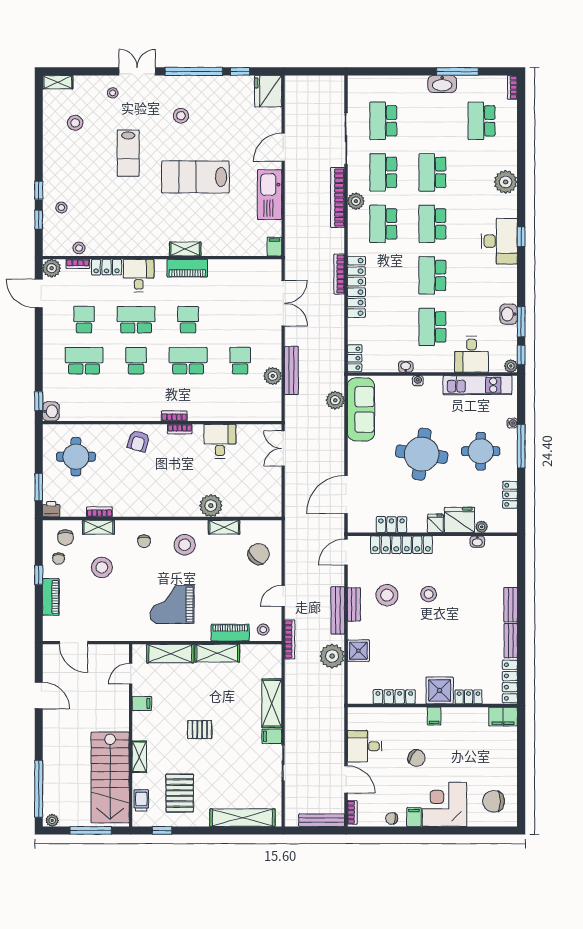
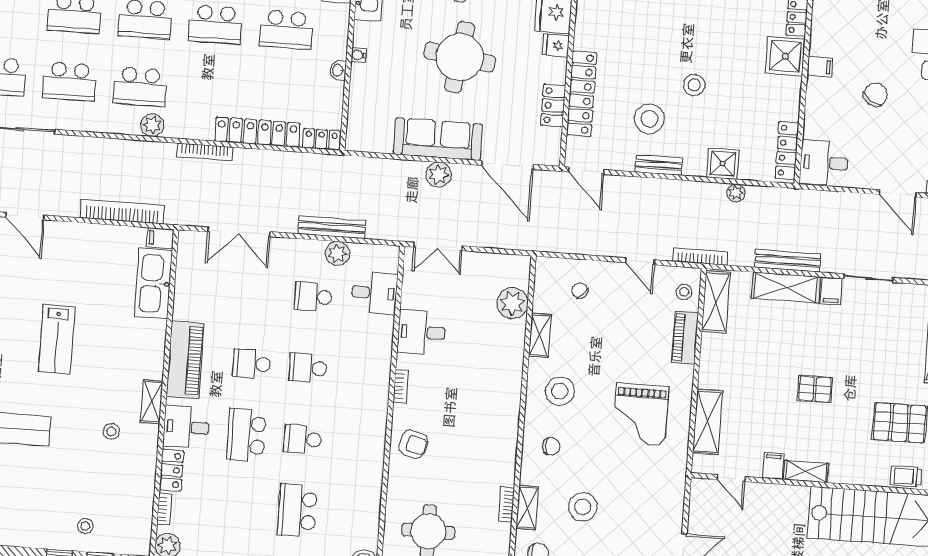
lab bench: (195, 177) -> (57, 339), width x0.73, depth x0.72
kitchen sink: (270, 195) -> (154, 283), moved, turned 90
bookcase: (338, 198) -> (122, 212), moved, turned 180
plant: (356, 201) -> (152, 125), moved
stool: (79, 248) -> (111, 431), moved
shelving: (185, 249) -> (152, 402), moved
piano: (187, 268) -> (185, 360), width x1.37, depth x1.33
locker: (356, 287) -> (257, 132), moved
double door: (283, 303) -> (239, 232), swing flipped
school desk: (84, 320) -> (241, 506), removed
school desk: (188, 361) -> (308, 368), width x0.54
plant: (335, 400) -> (439, 175), moved
desk: (246, 405) -> (374, 293), added
sofa: (361, 409) -> (438, 139), moved
bookcase: (174, 416) -> (382, 392), removed
plant: (211, 506) -> (512, 303), moved
chair: (259, 554) -> (580, 291), width x0.54, depth x0.54
stool: (429, 594) -> (694, 85), moved
bench: (338, 610) -> (787, 261), moved
shelving: (217, 653) -> (716, 302), moved
plant: (332, 656) -> (736, 193), width x0.53, depth x0.53
locker: (394, 697) -> (787, 150), moved
pallet: (200, 730) -> (815, 389), turned 90
desk: (365, 746) -> (824, 163), moved, turned 90
shelving: (139, 757) -> (806, 472), moved
door: (346, 779) -> (898, 194), swing flipped

